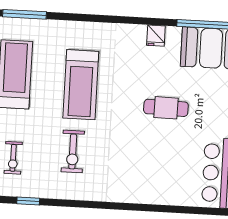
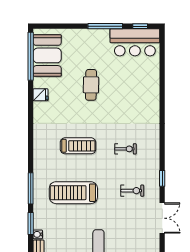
treadmill: (81, 85) -> (78, 146), width x0.73, depth x0.73
exercise bike: (73, 151) -> (125, 149), width x0.73, depth x0.72

